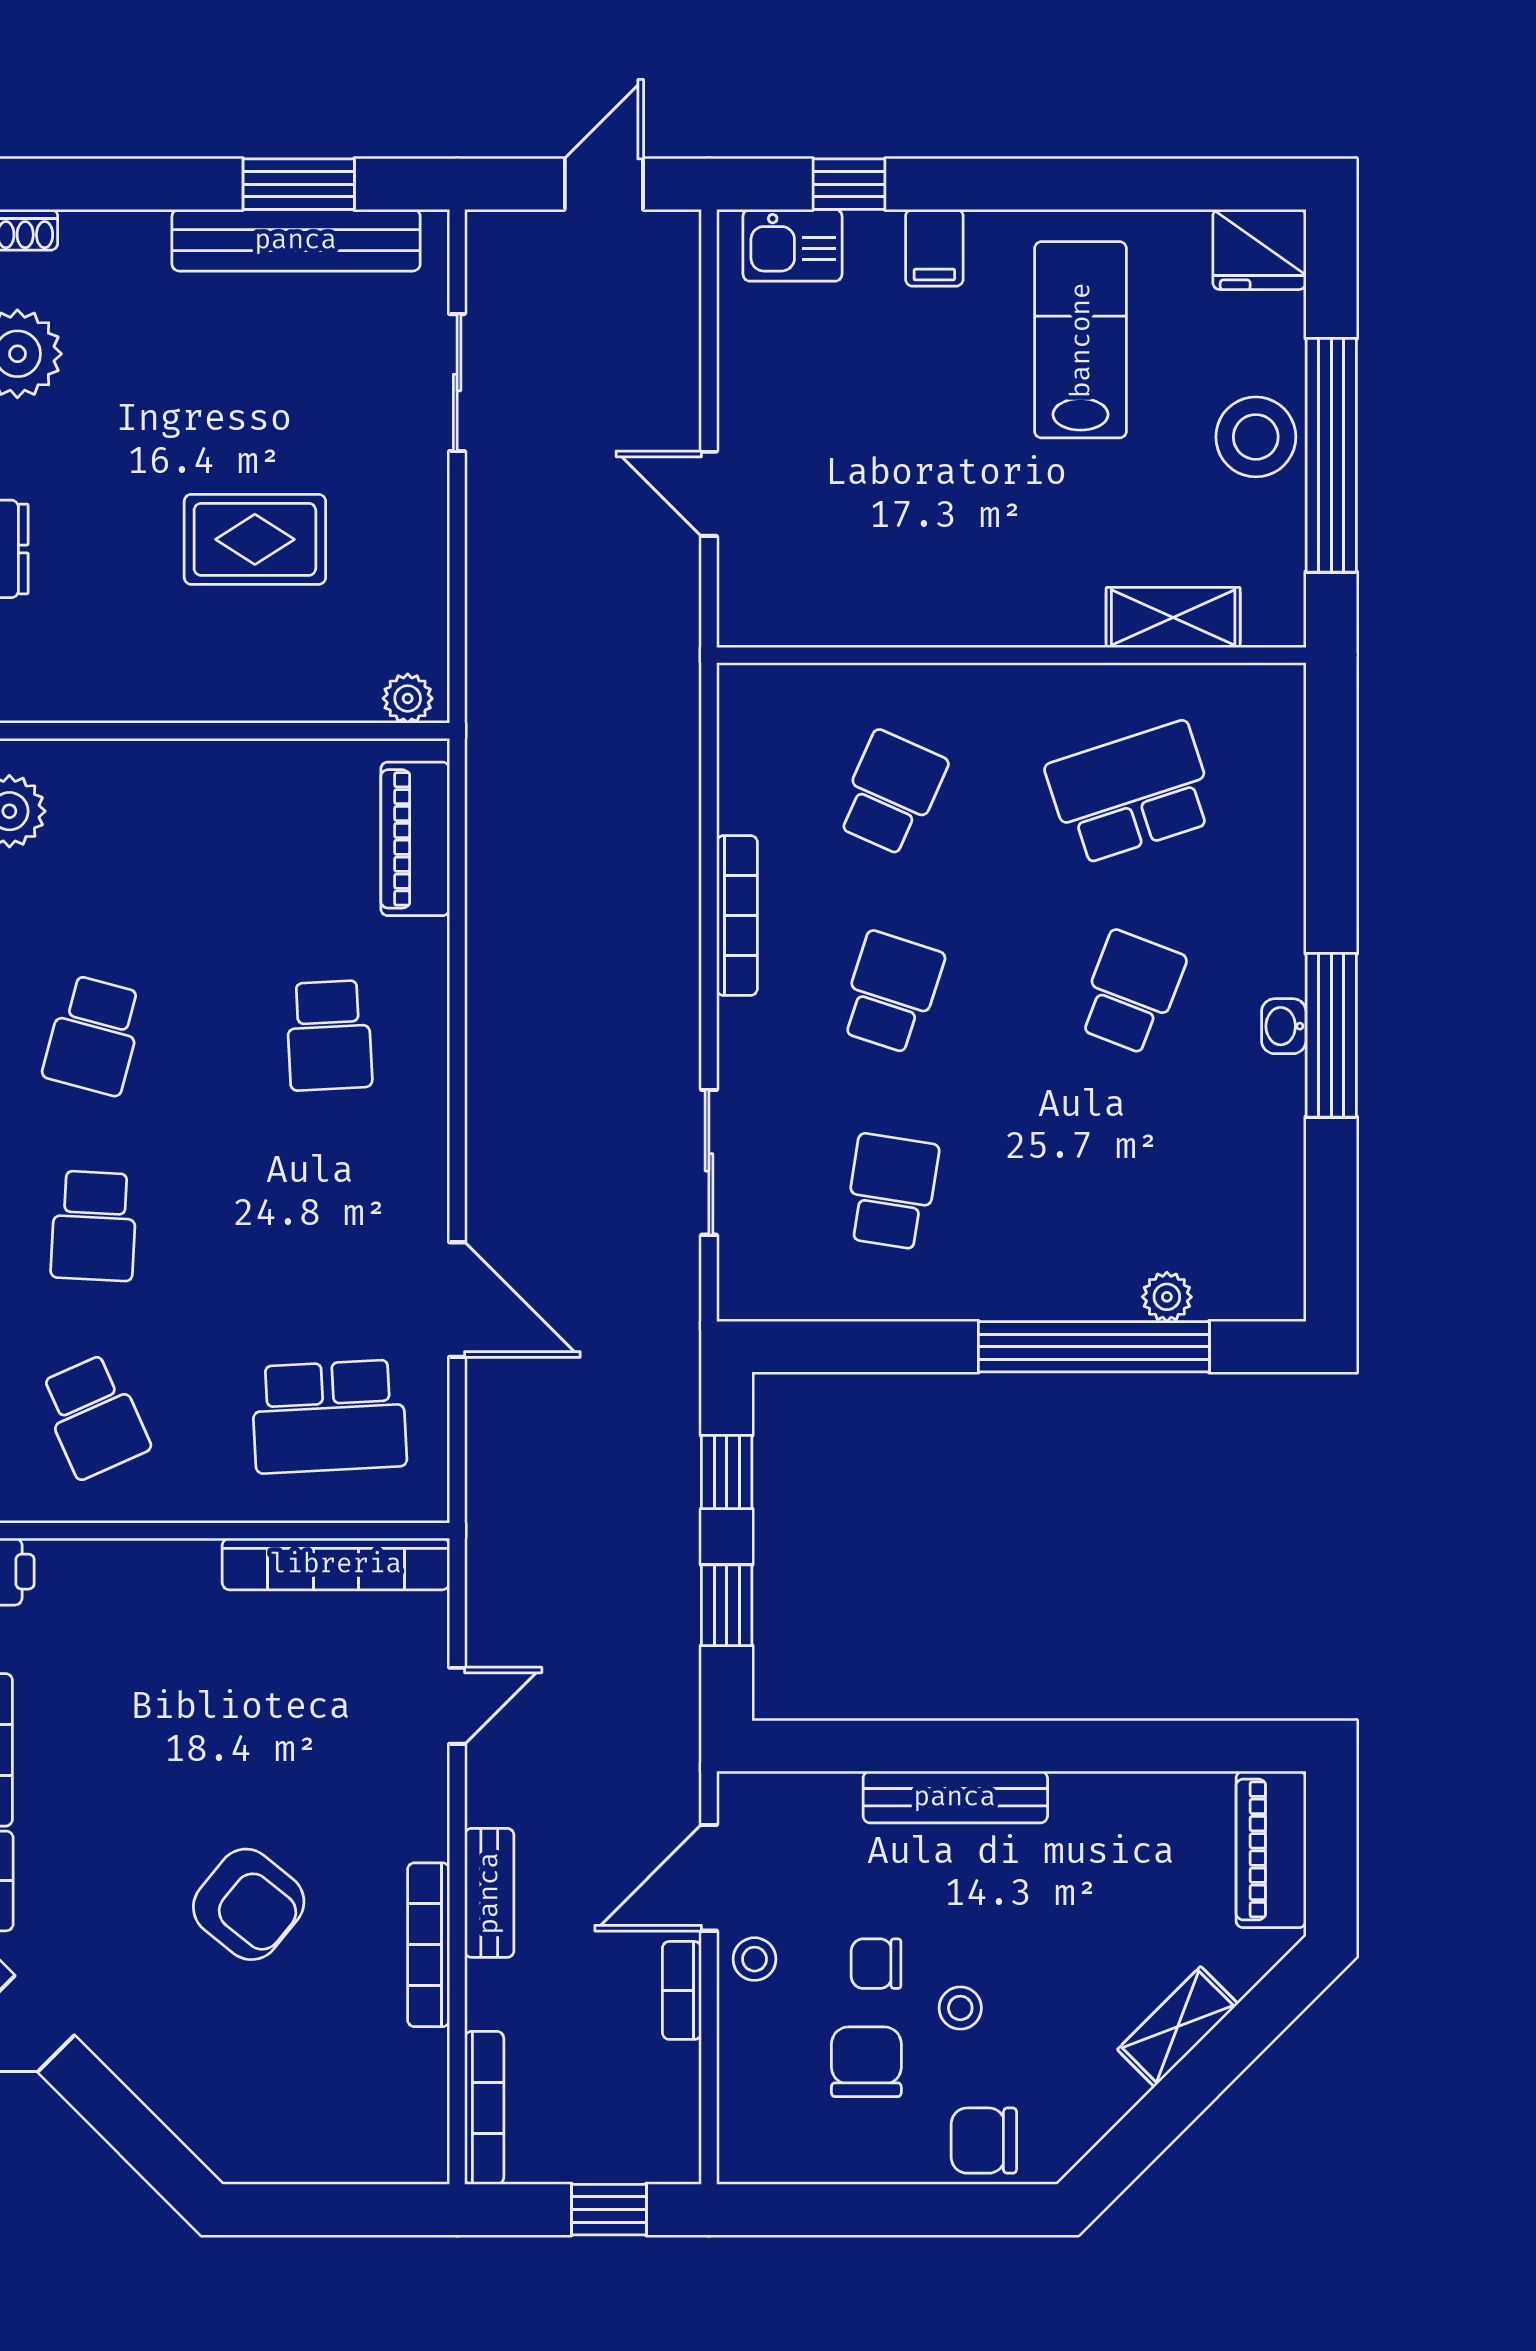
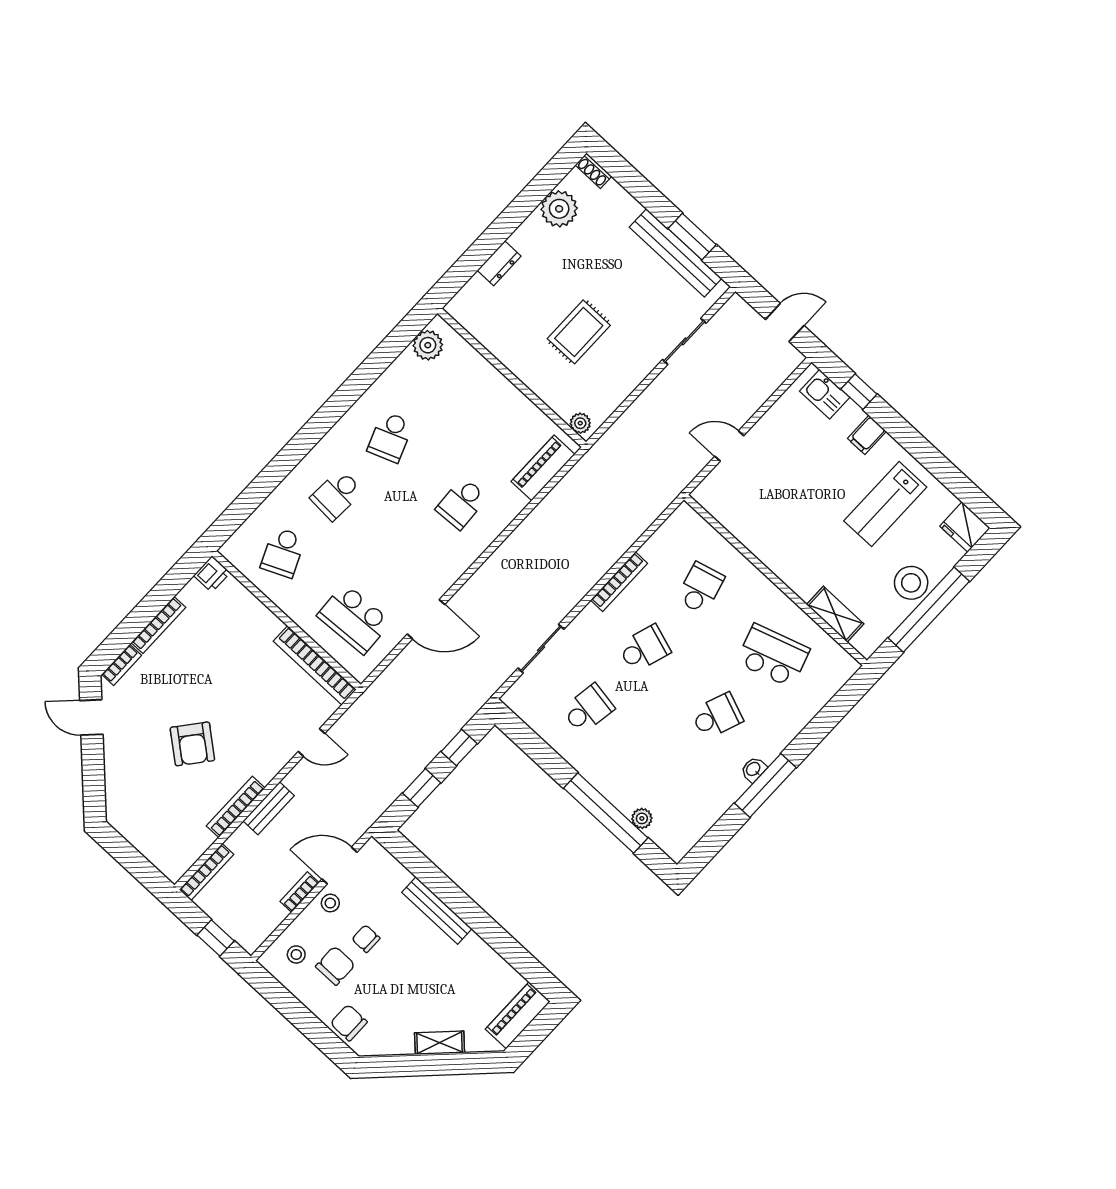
lab bench: (1081, 340) -> (885, 504), turned 180
door: (709, 494) -> (729, 446), hinge flipped
rug: (255, 539) -> (579, 332), turned 90
school desk: (891, 793) -> (700, 588), turned -39
school desk: (94, 1035) -> (390, 437), turned -36
door: (457, 1300) -> (426, 619), hinge flipped
stool: (960, 2008) -> (296, 954), moved

